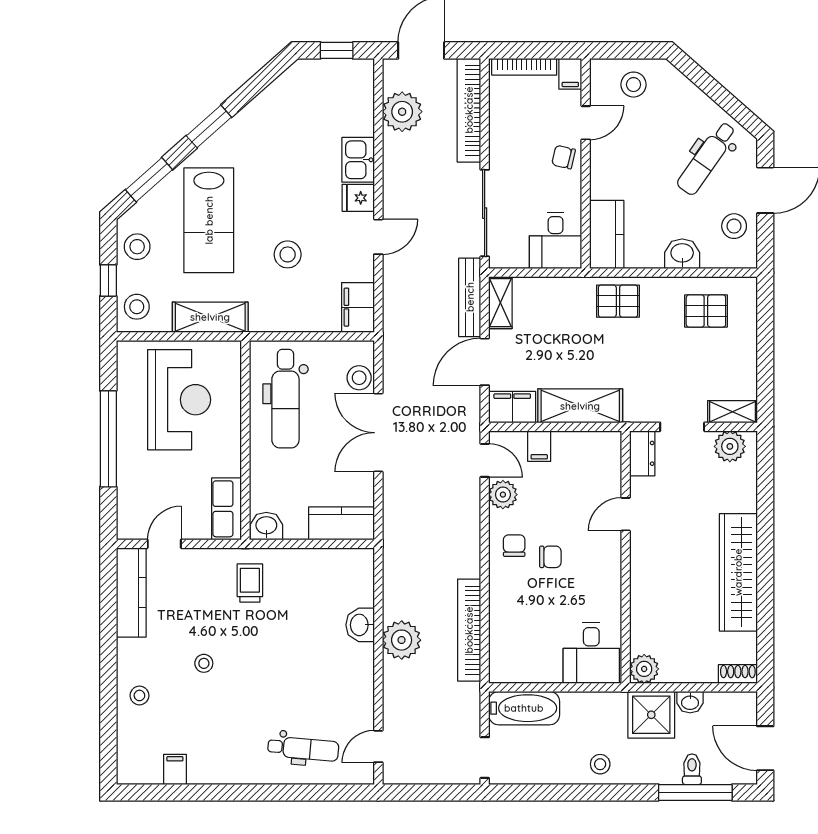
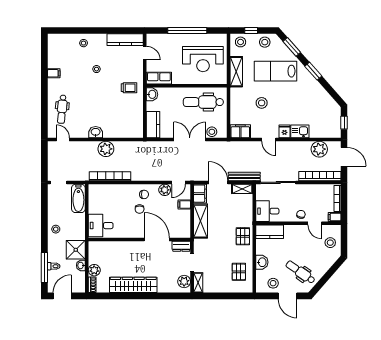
door: (626, 514) -> (157, 239), width x1.87
washbasin: (360, 625) -> (96, 132), moved
plant: (644, 669) -> (94, 270), moved
filing cabinet: (175, 769) -> (54, 73), moved

